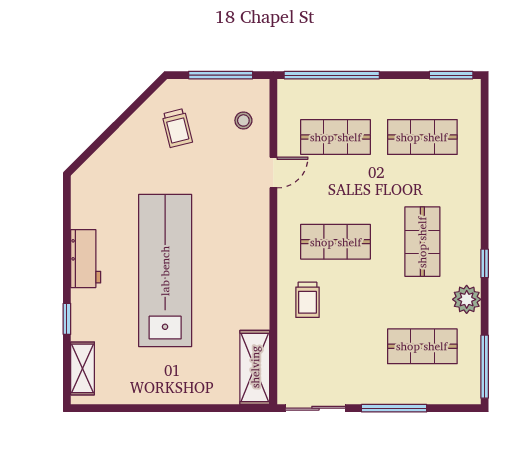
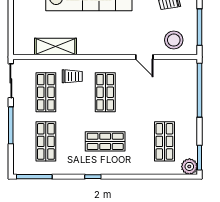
stool: (243, 120) -> (174, 40), width x1.89, depth x1.89
shop shelf: (336, 137) -> (46, 92), moved
plant: (467, 299) -> (189, 166), moved
trolley: (307, 300) -> (72, 76), turned 180
shelving: (255, 367) -> (56, 46), moved

